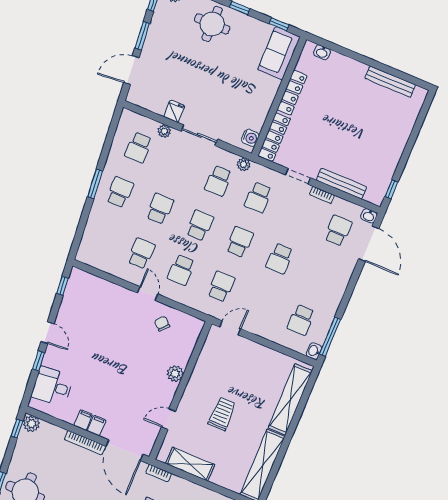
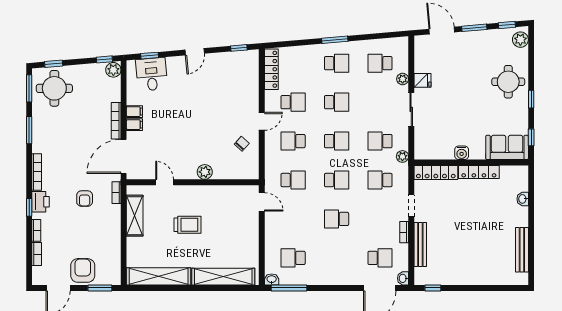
washbasin: (322, 52) -> (523, 199), moved
water cooler: (250, 138) -> (462, 153), moved
locker: (98, 261) -> (271, 69), added
window: (38, 361) -> (150, 56), moved

